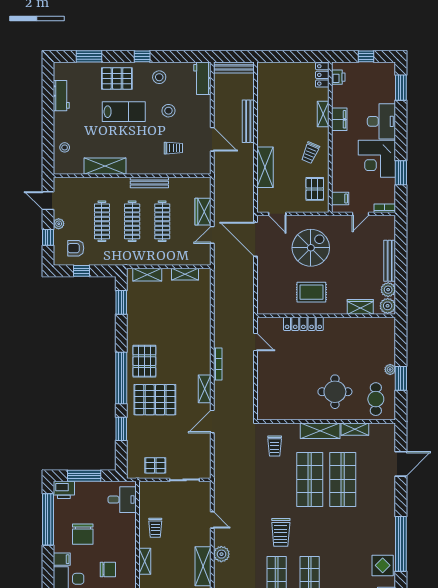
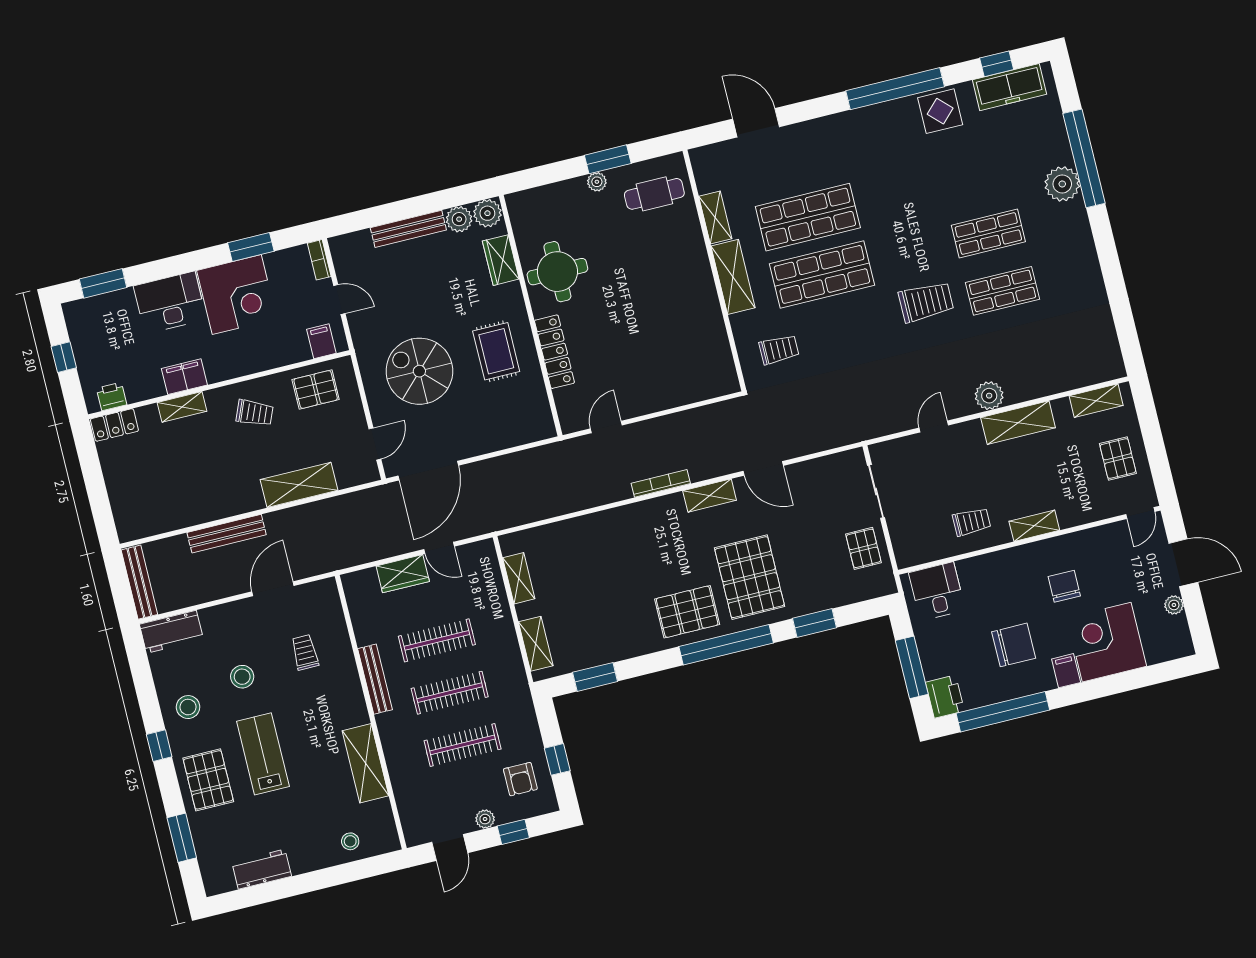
round table: (335, 392) -> (557, 272), moved

